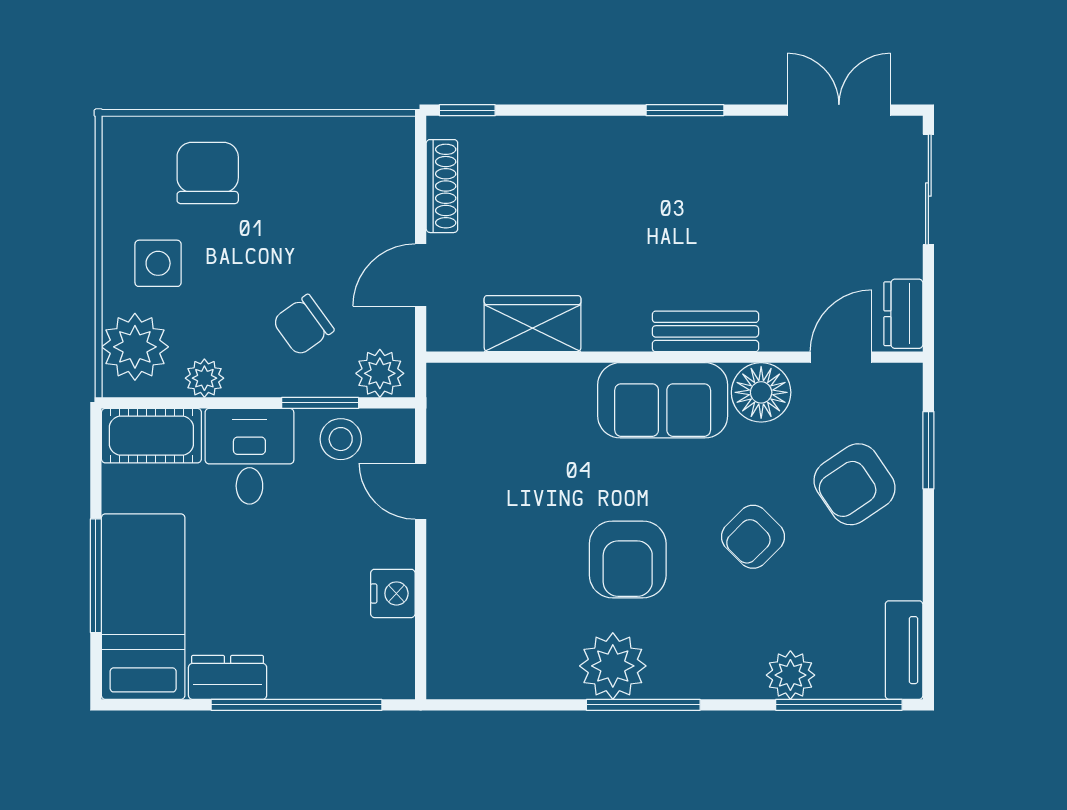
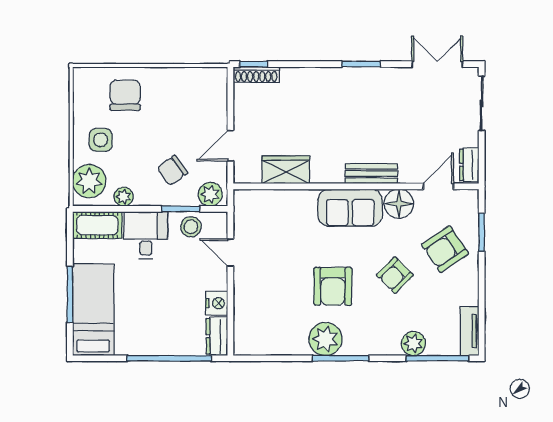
shoe rack: (442, 186) -> (256, 75), moved, turned 90
dresser: (228, 677) -> (217, 336), moved, turned -90

